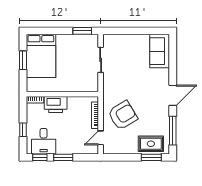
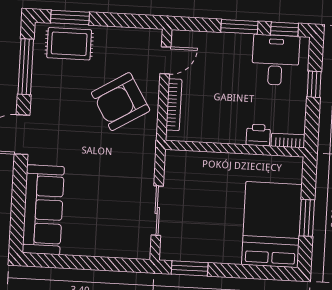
sofa: (160, 51) -> (43, 210), width x1.36
printer: (56, 104) -> (258, 135), width x0.53, depth x0.68

